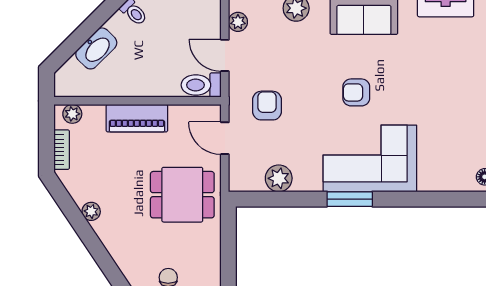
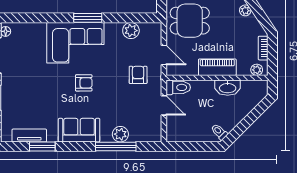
plant: (238, 22) -> (156, 126), removed
washbasin: (96, 48) -> (228, 88), moved, turned -135
armchair: (267, 106) -> (138, 75), turned 180

